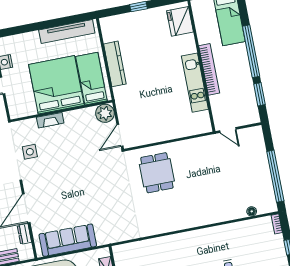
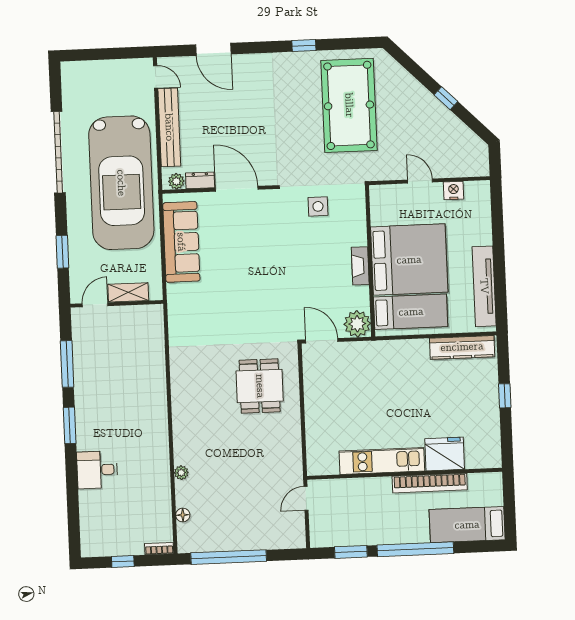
fridge: (180, 21) -> (445, 454), moved
kitchen counter: (115, 64) -> (462, 347), moved
bookcase: (209, 69) -> (430, 483), moved
fireplace: (50, 120) -> (360, 266), moved
dining table: (157, 173) -> (260, 386), turned 90
plant: (223, 217) -> (181, 473), added
plant: (27, 250) -> (176, 181), added

